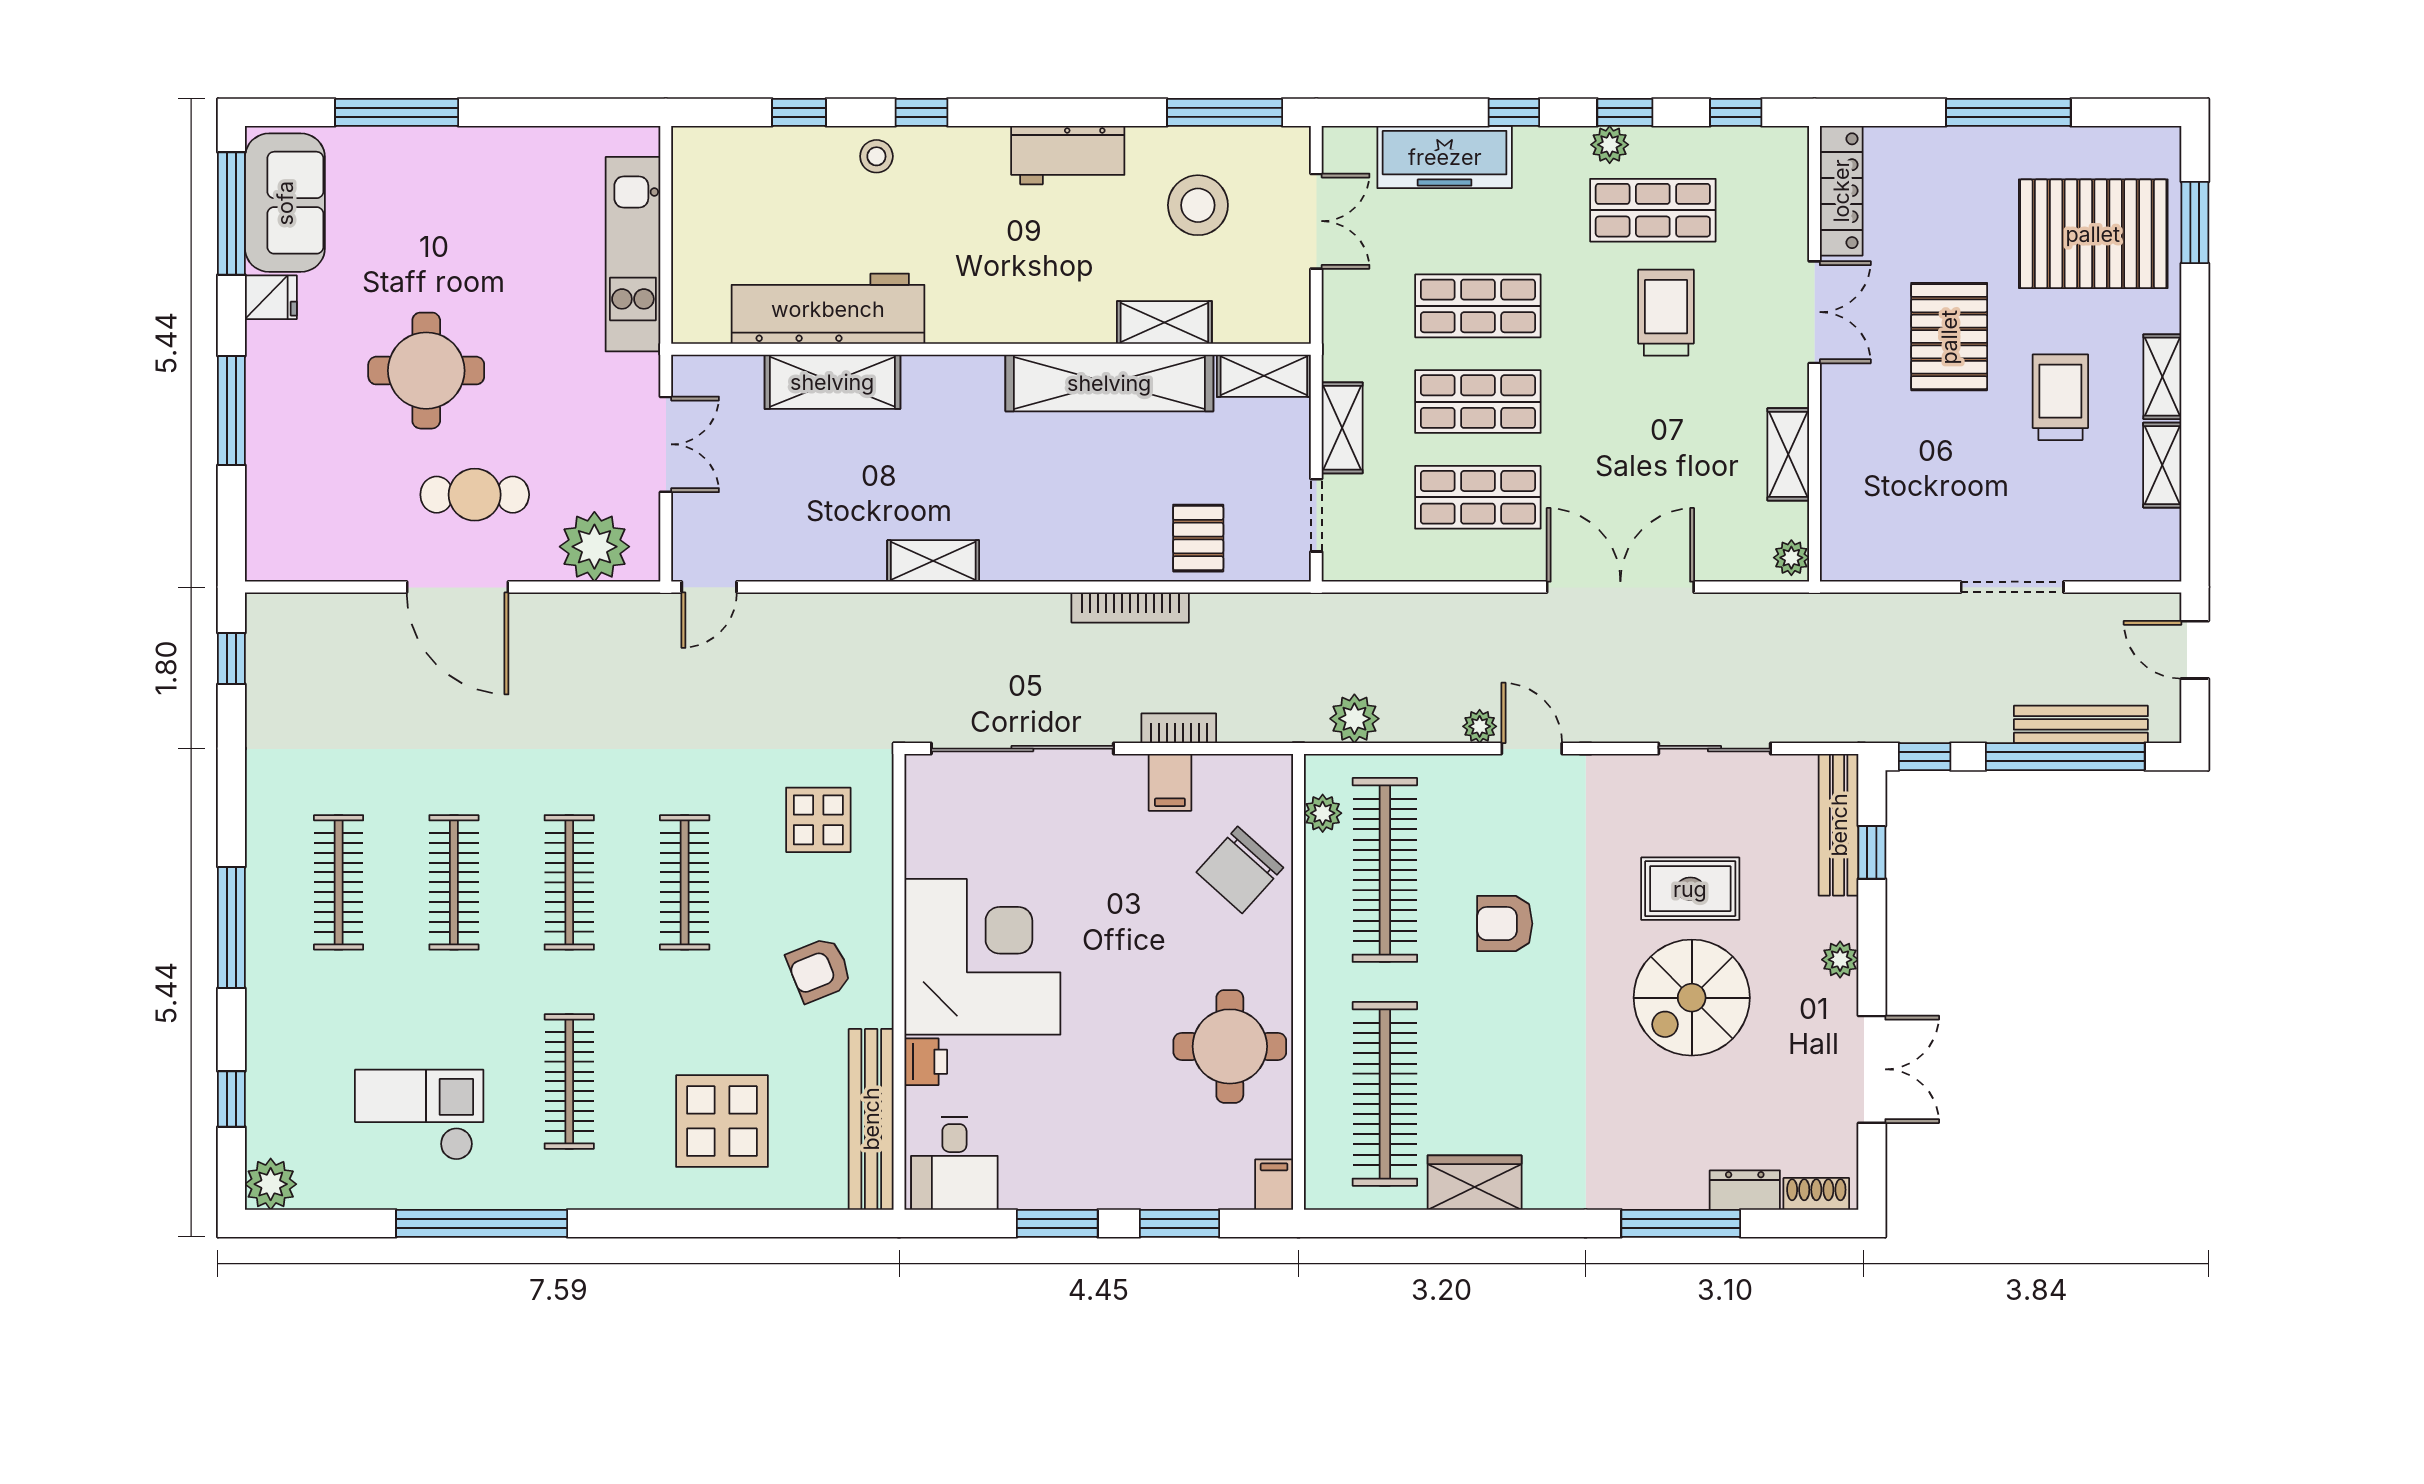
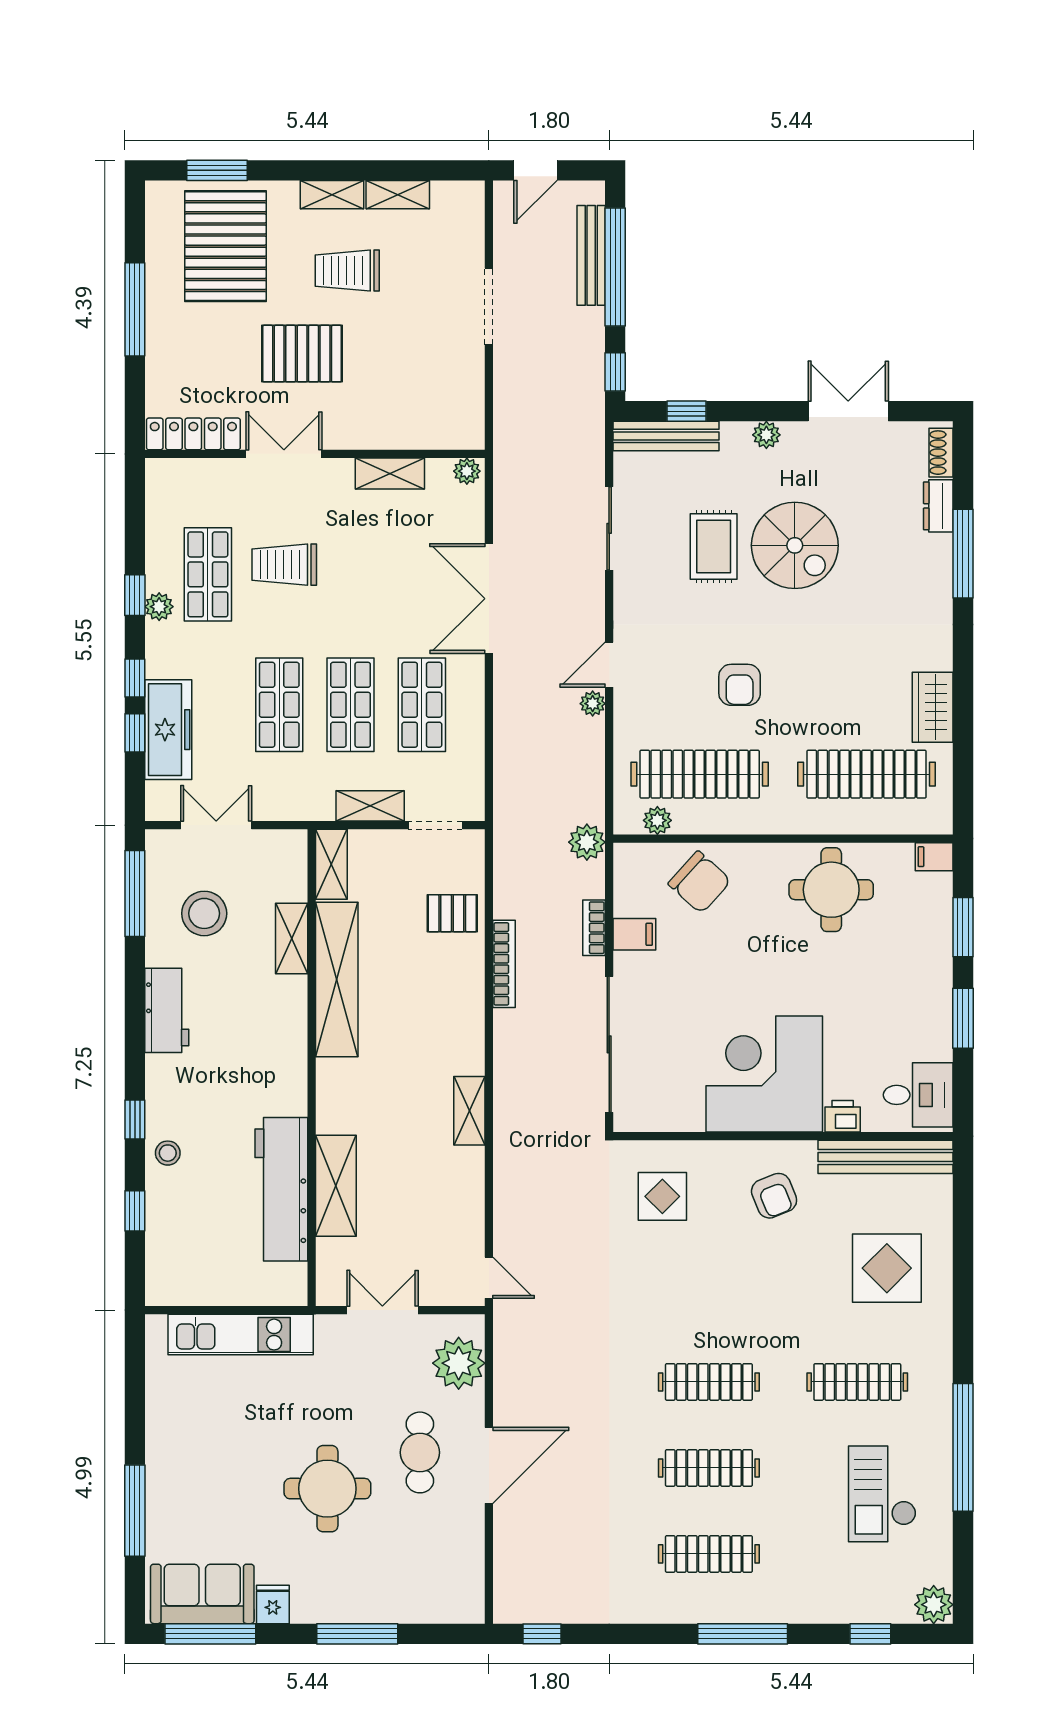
window: (1736, 112) -> (135, 733), moved
plant: (1354, 719) -> (587, 842), moved
clothes rail: (685, 882) -> (709, 1296), removed

